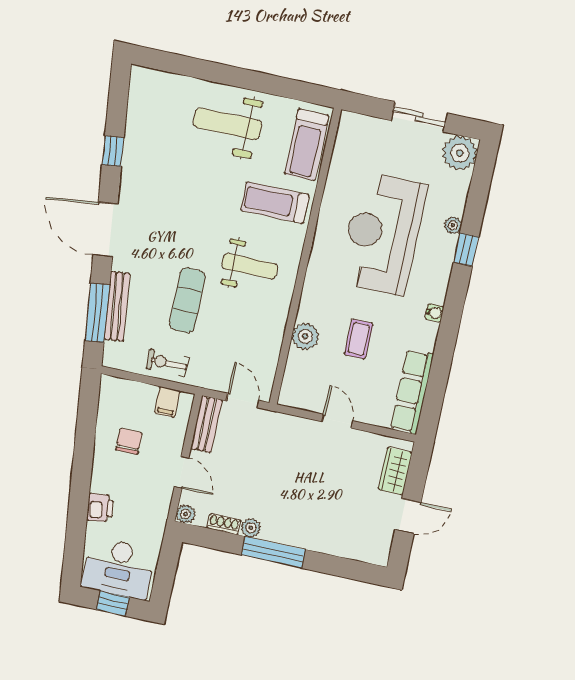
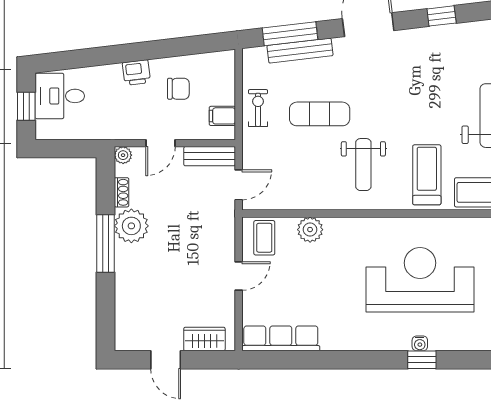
plant: (453, 225) -> (442, 343), removed
water cooler: (434, 313) -> (420, 343), moved
coffee table: (359, 339) -> (264, 238), moved, turned 90
printer: (100, 508) -> (136, 73), moved
plant: (251, 528) -> (131, 226), width x1.88, depth x1.88
desk: (119, 568) -> (60, 96), width x0.73

